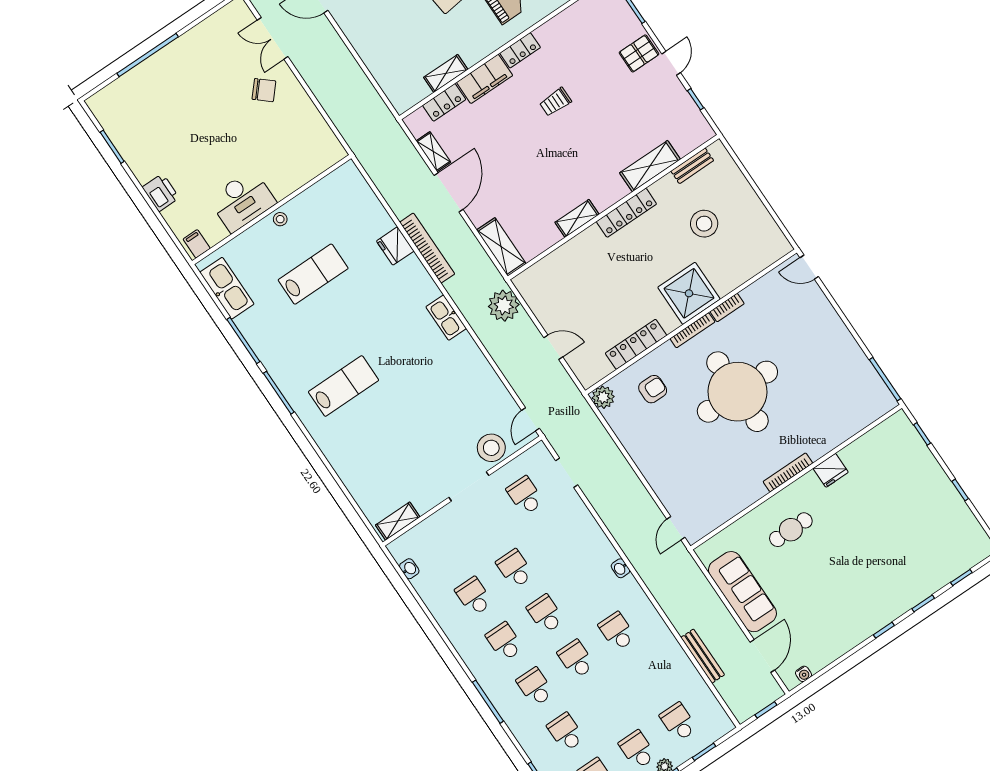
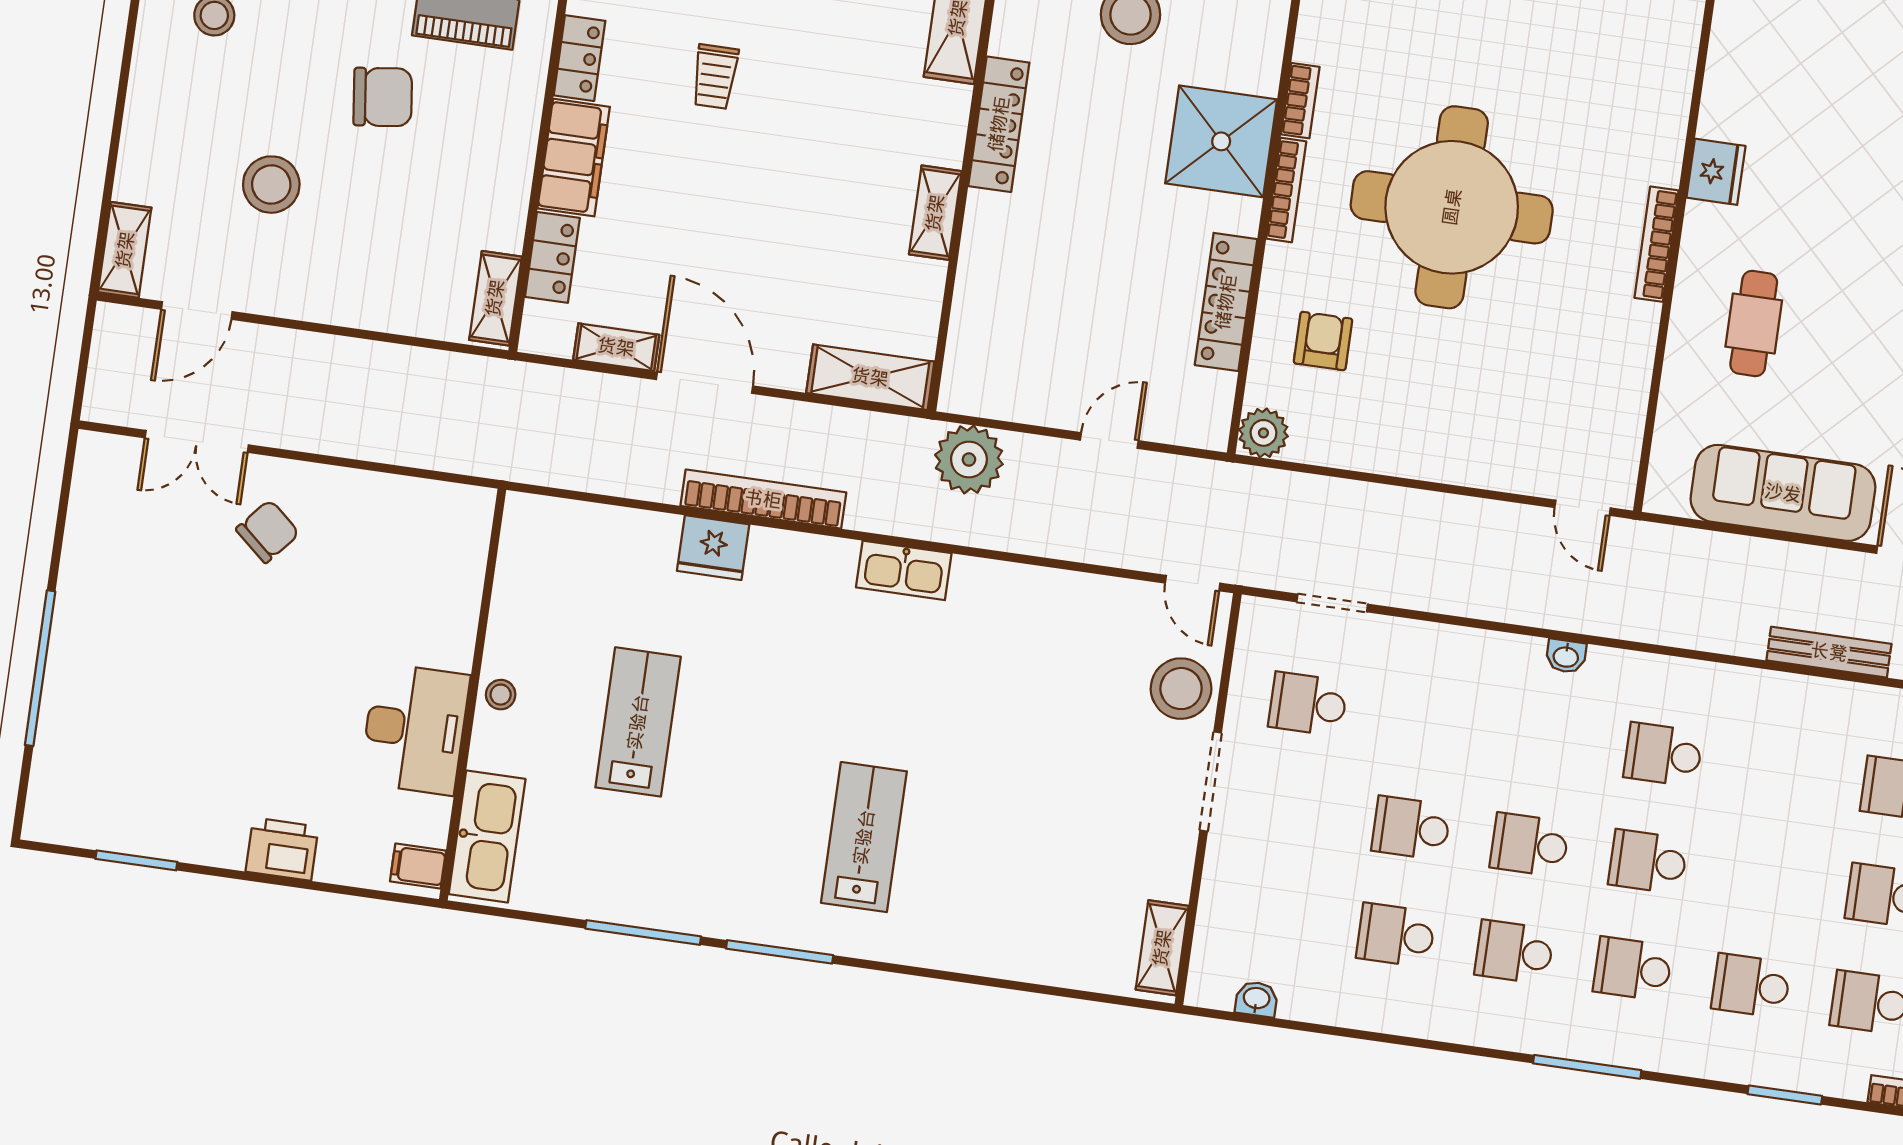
shelving: (446, 73) -> (495, 298), moved
kitchen sink: (227, 288) -> (487, 837), moved, turned 90

